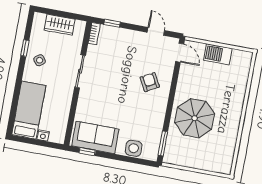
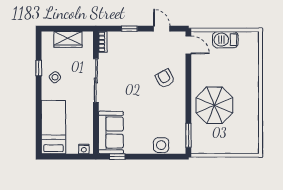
window: (112, 23) -> (129, 29), moved
sliding door: (80, 71) -> (96, 81), width x1.37
nightstand: (43, 136) -> (84, 149), moved
sofa: (95, 137) -> (111, 133), moved, turned 90

